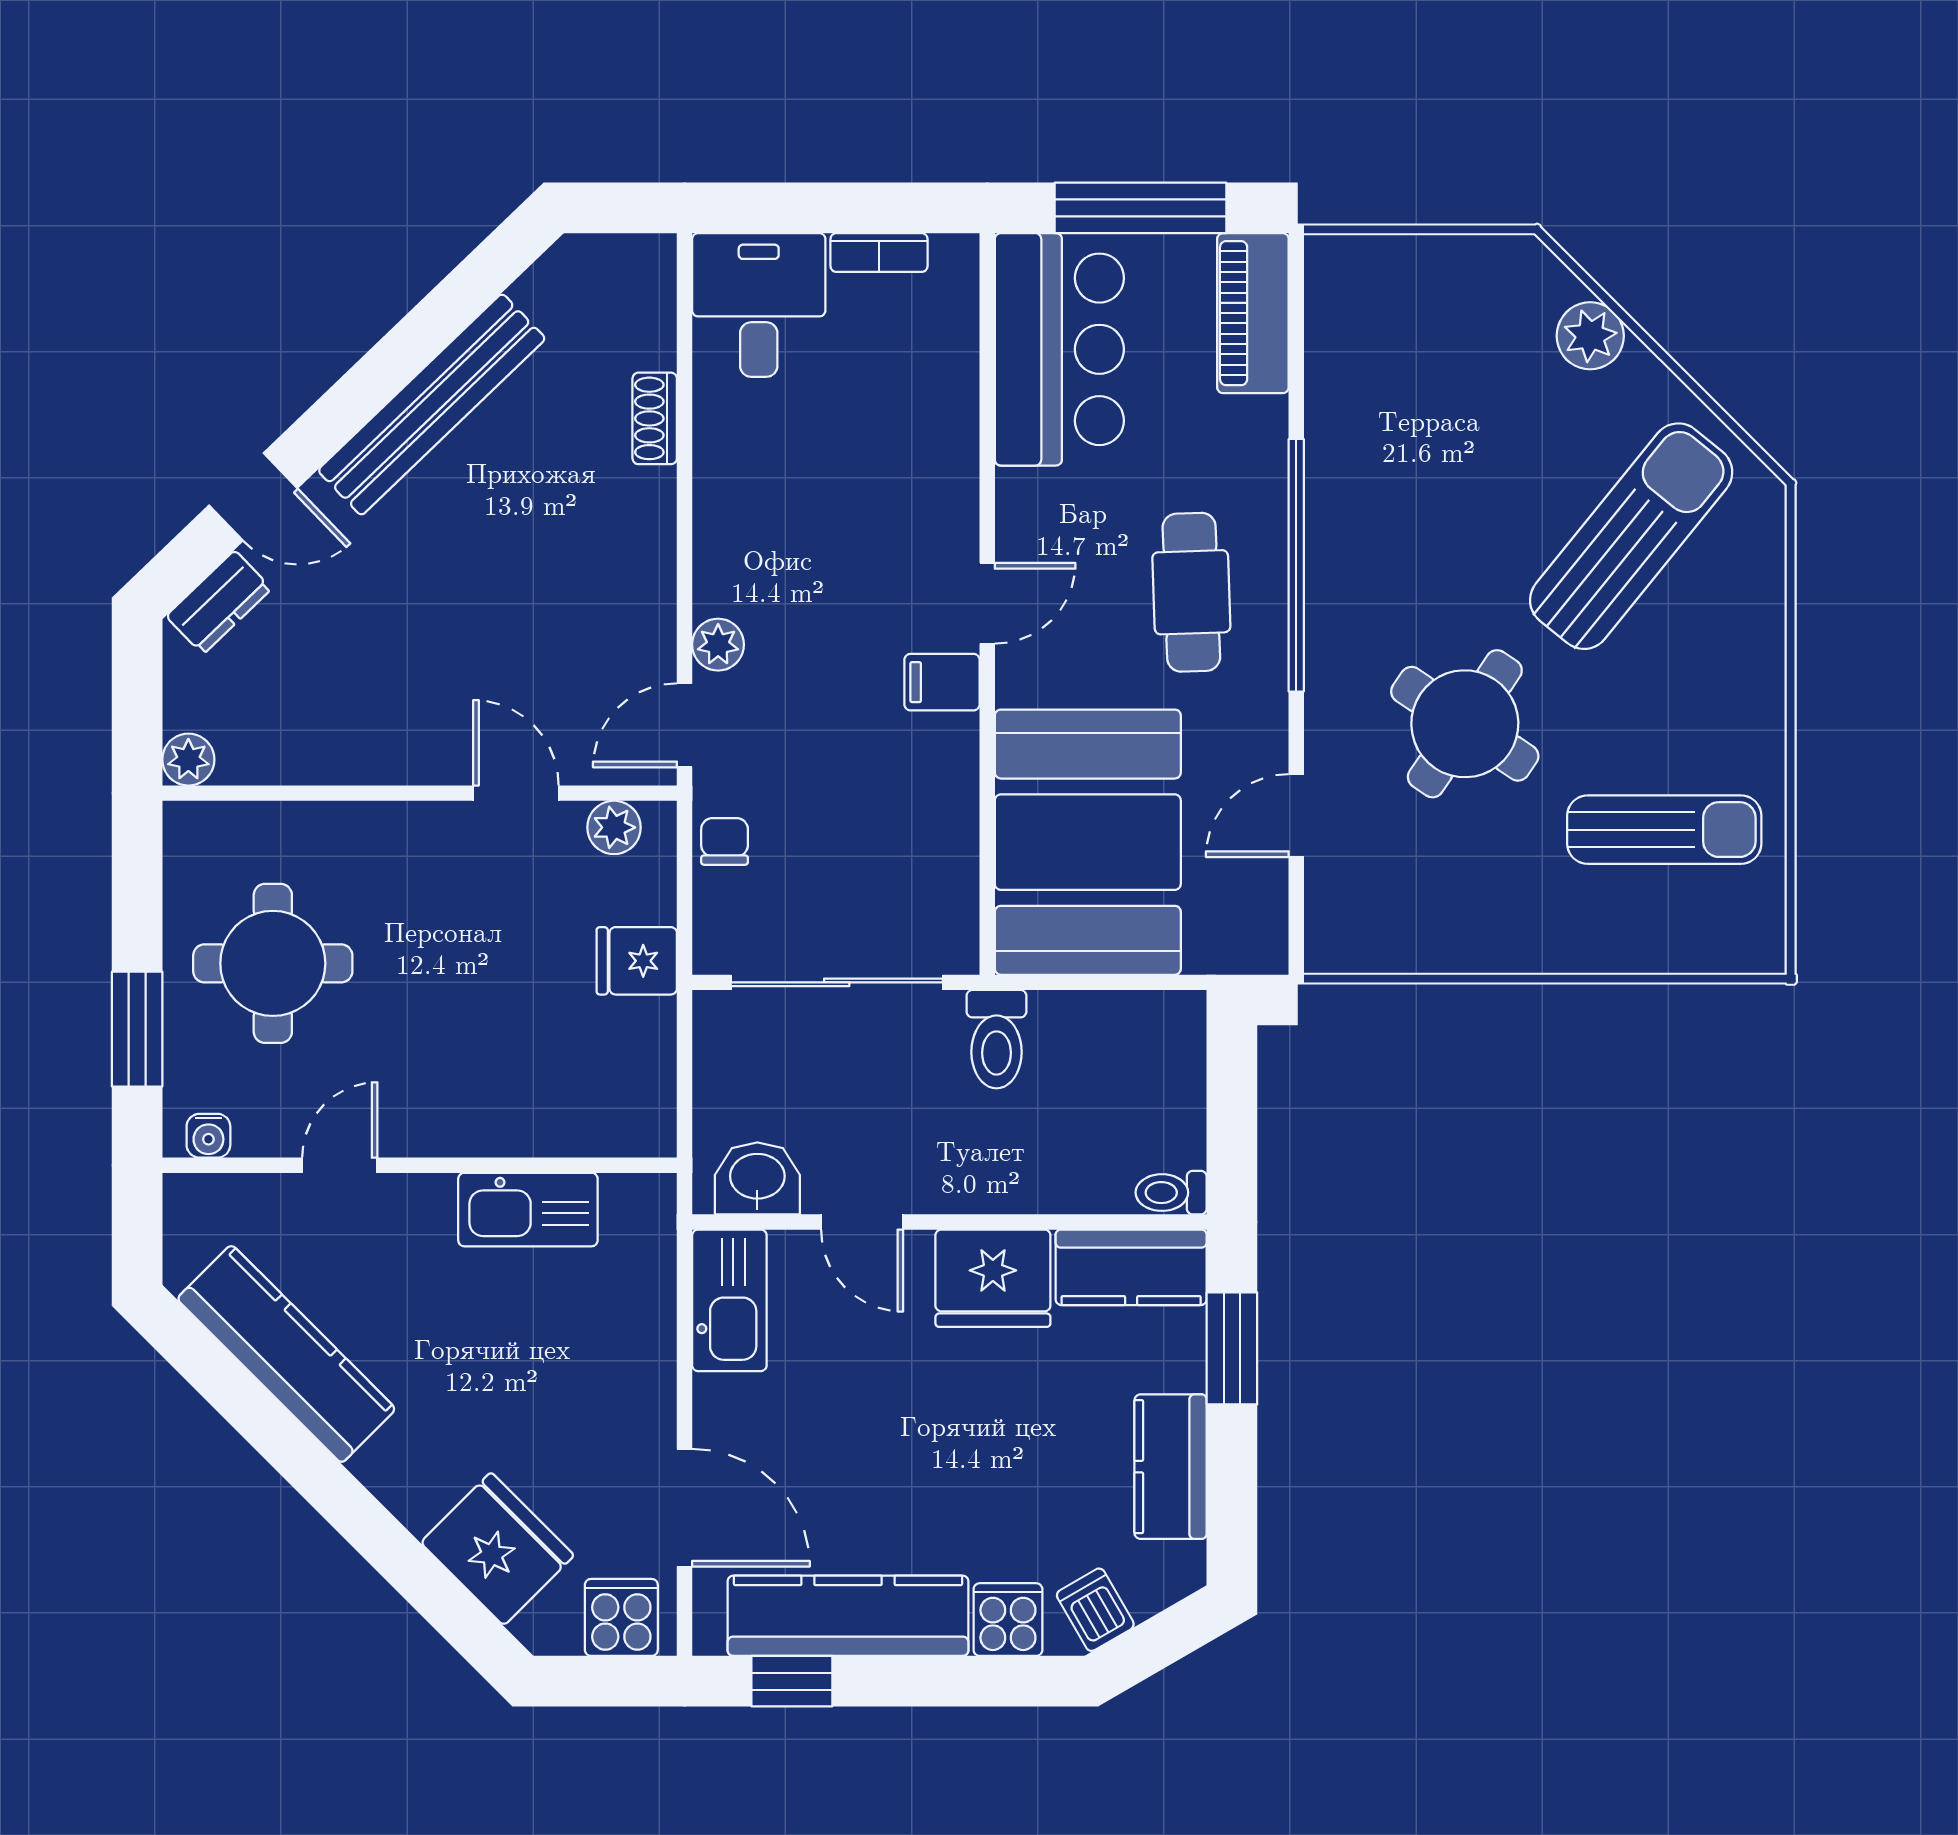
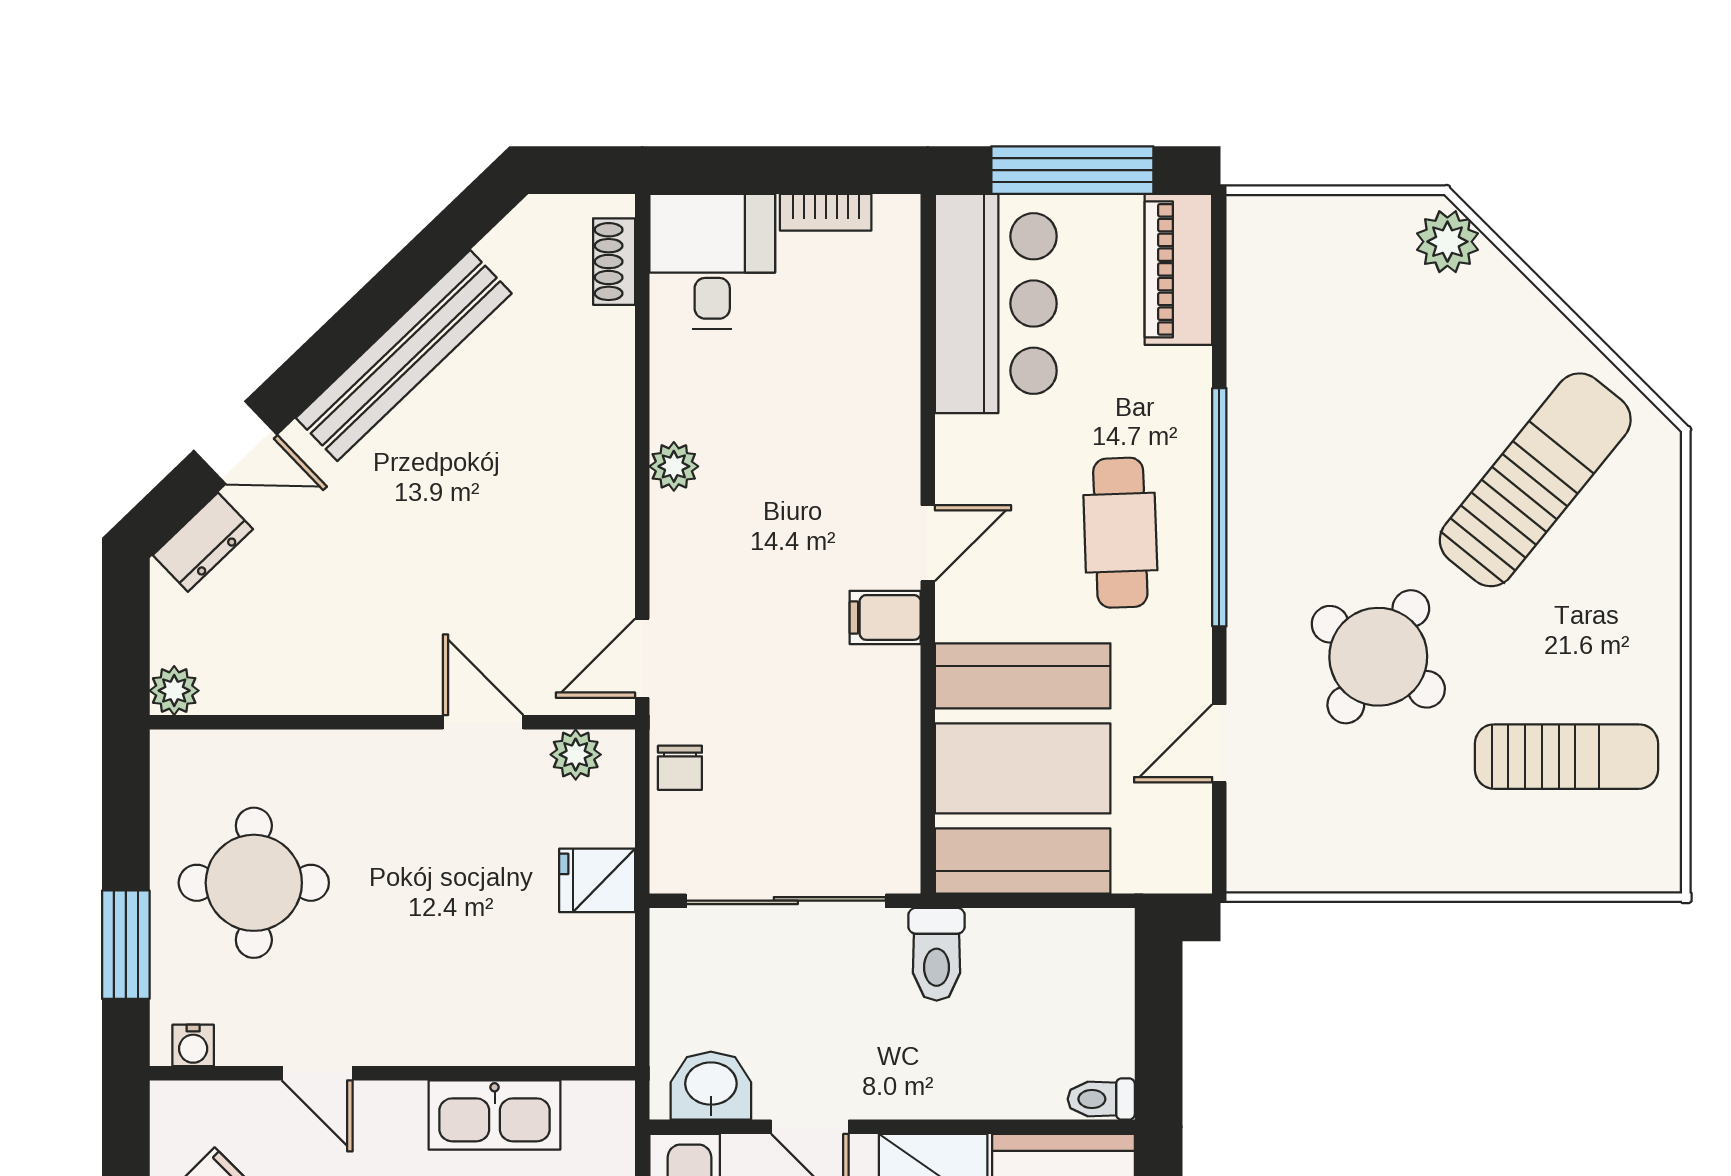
plant: (1590, 336) -> (1447, 242), moved
shoe rack: (655, 418) -> (614, 262), moved
plant: (718, 645) -> (674, 466), moved
chair: (725, 841) -> (680, 768), turned 180
door: (340, 1165) -> (317, 1073), swing flipped

